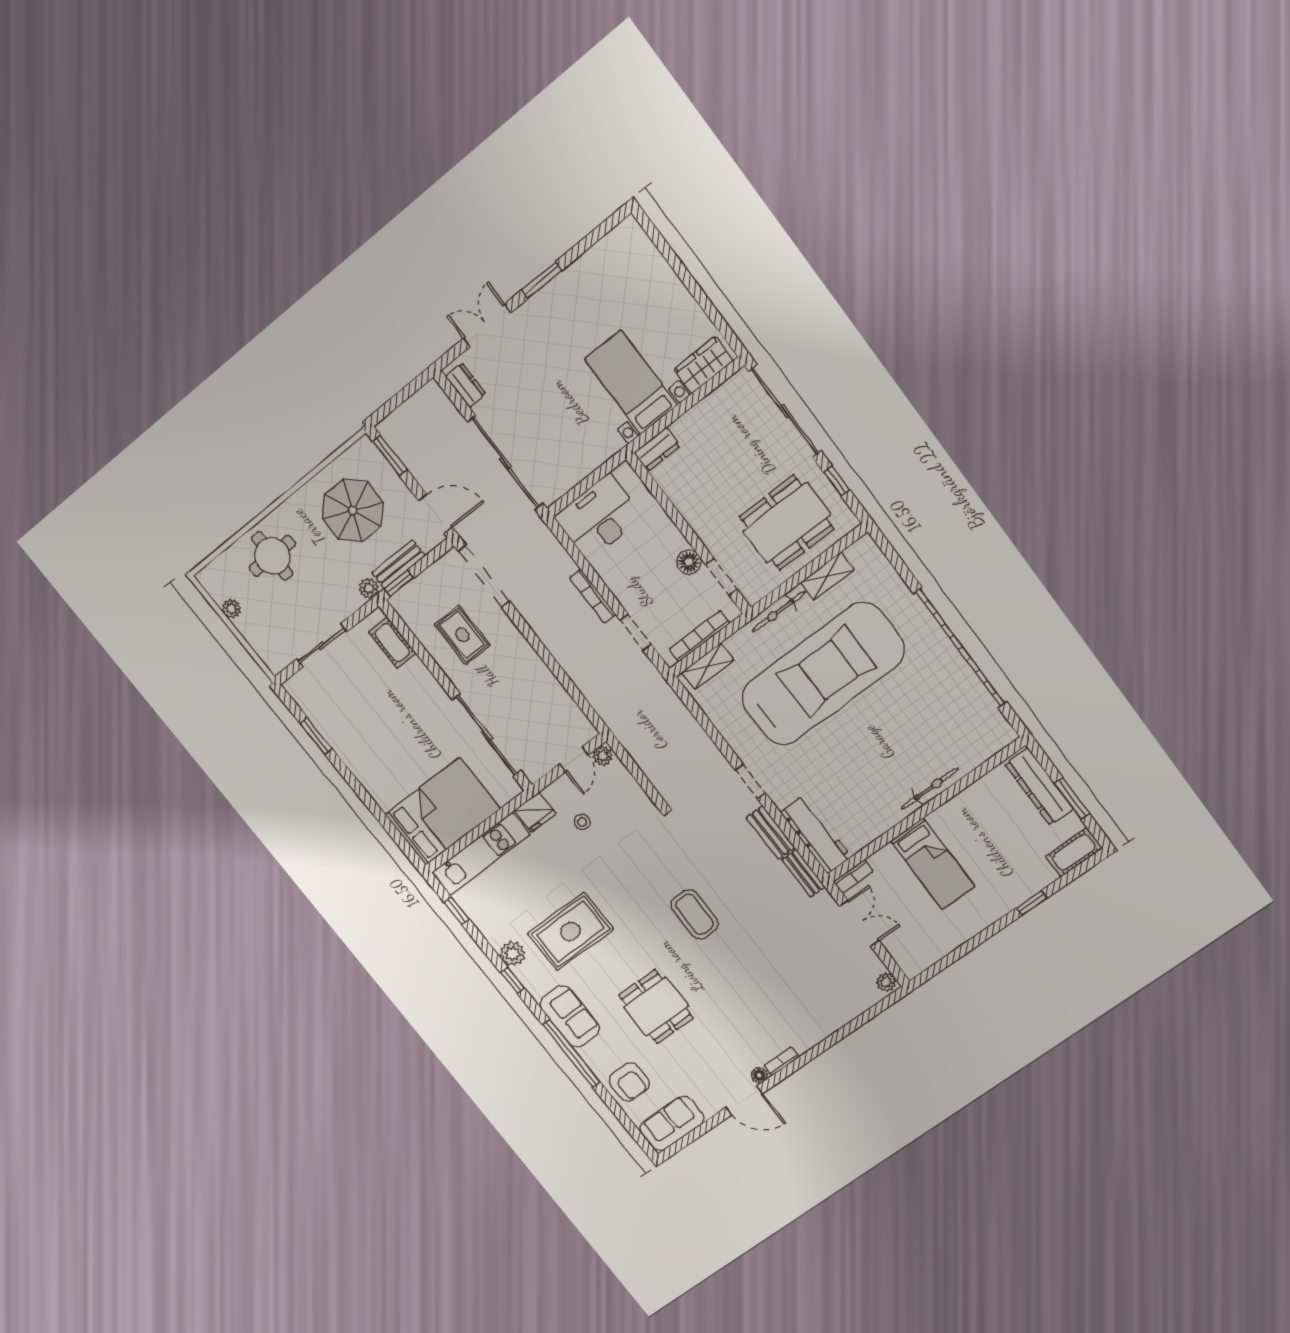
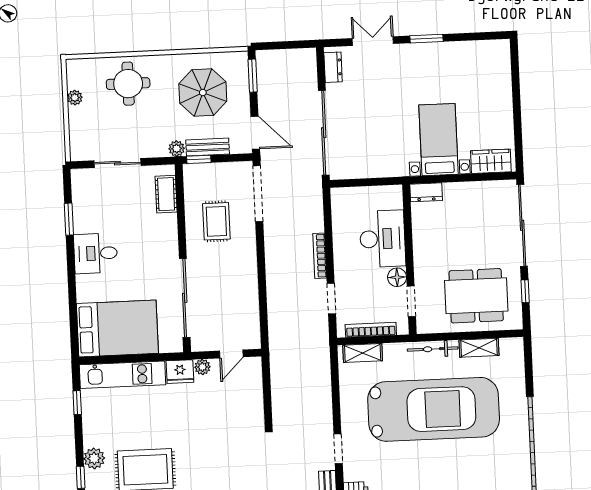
desk: (599, 517) -> (382, 239), moved, turned 90
desk: (367, 752) -> (96, 253), added
plant: (603, 756) -> (202, 367), moved
stool: (582, 822) -> (207, 400), removed

